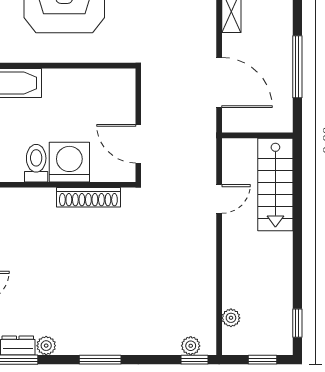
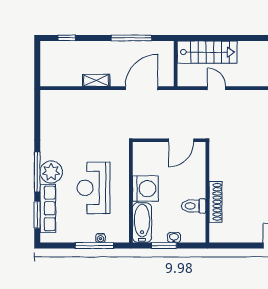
washing machine: (69, 162) -> (145, 189), moved, turned 180
shoe rack: (88, 197) -> (215, 202), moved

